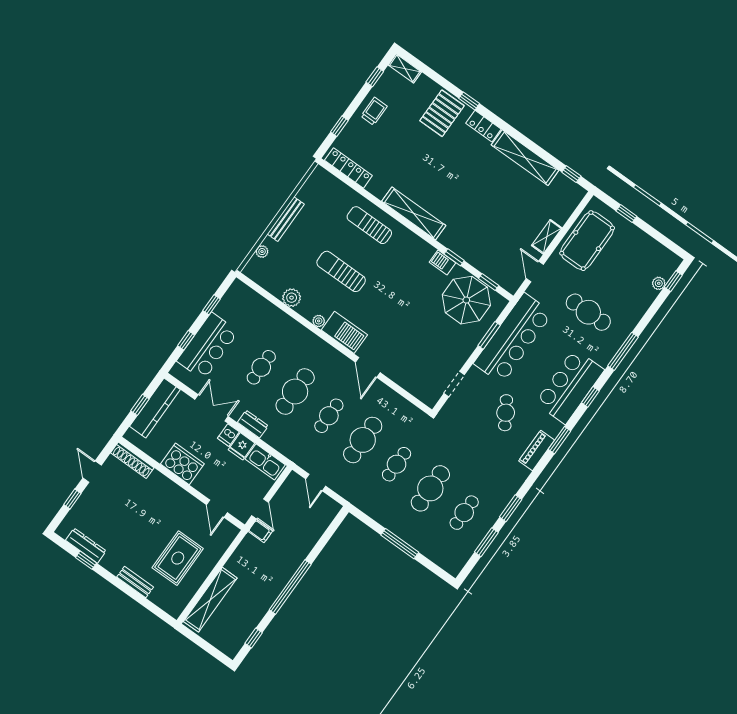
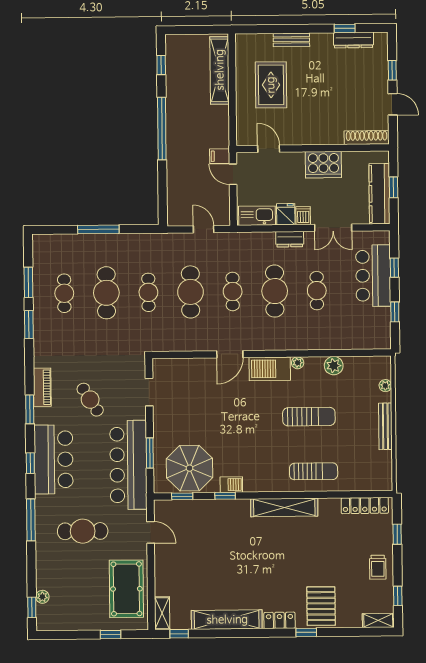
shelving: (547, 237) -> (162, 613), moved
door: (368, 367) -> (230, 354), swing flipped

